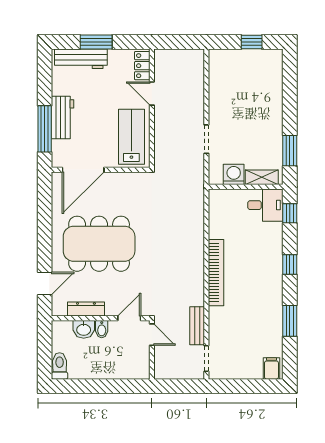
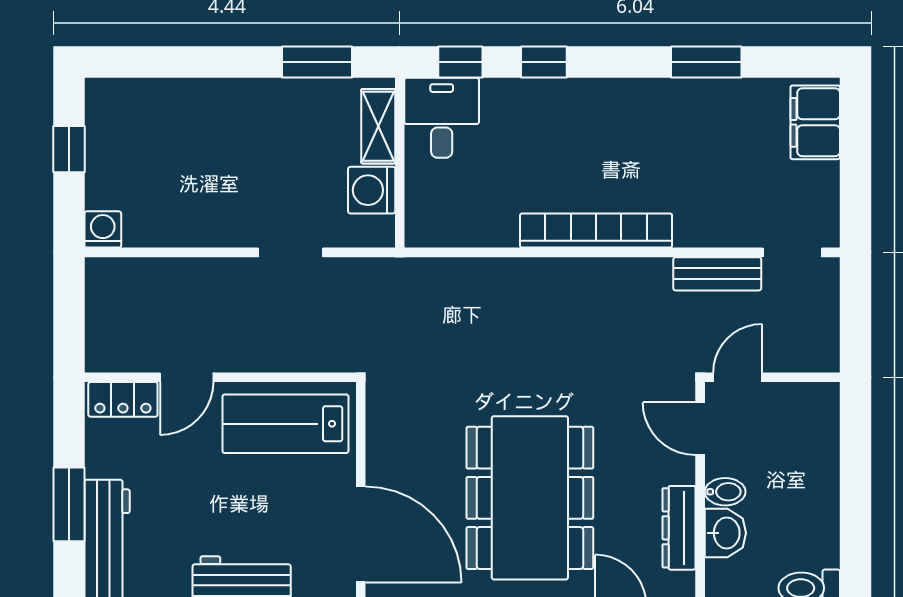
washing machine: (216, 57) -> (103, 229), added
window: (290, 264) -> (544, 62), moved
filing cabinet: (271, 369) -> (815, 122), width x2.00

